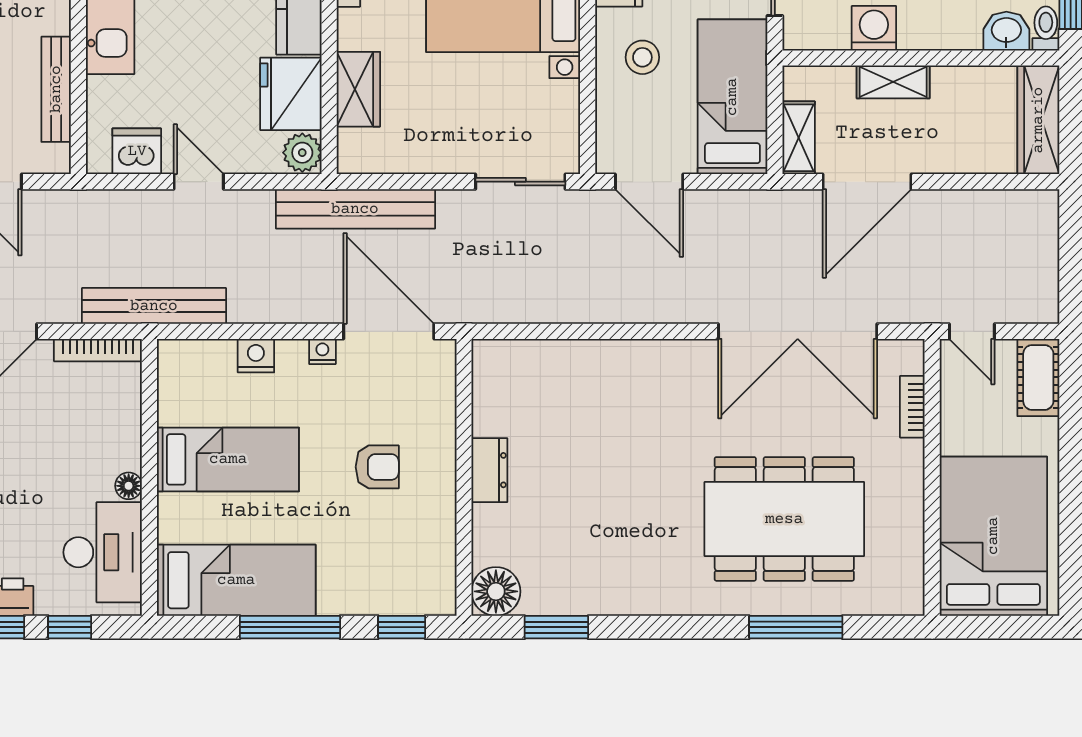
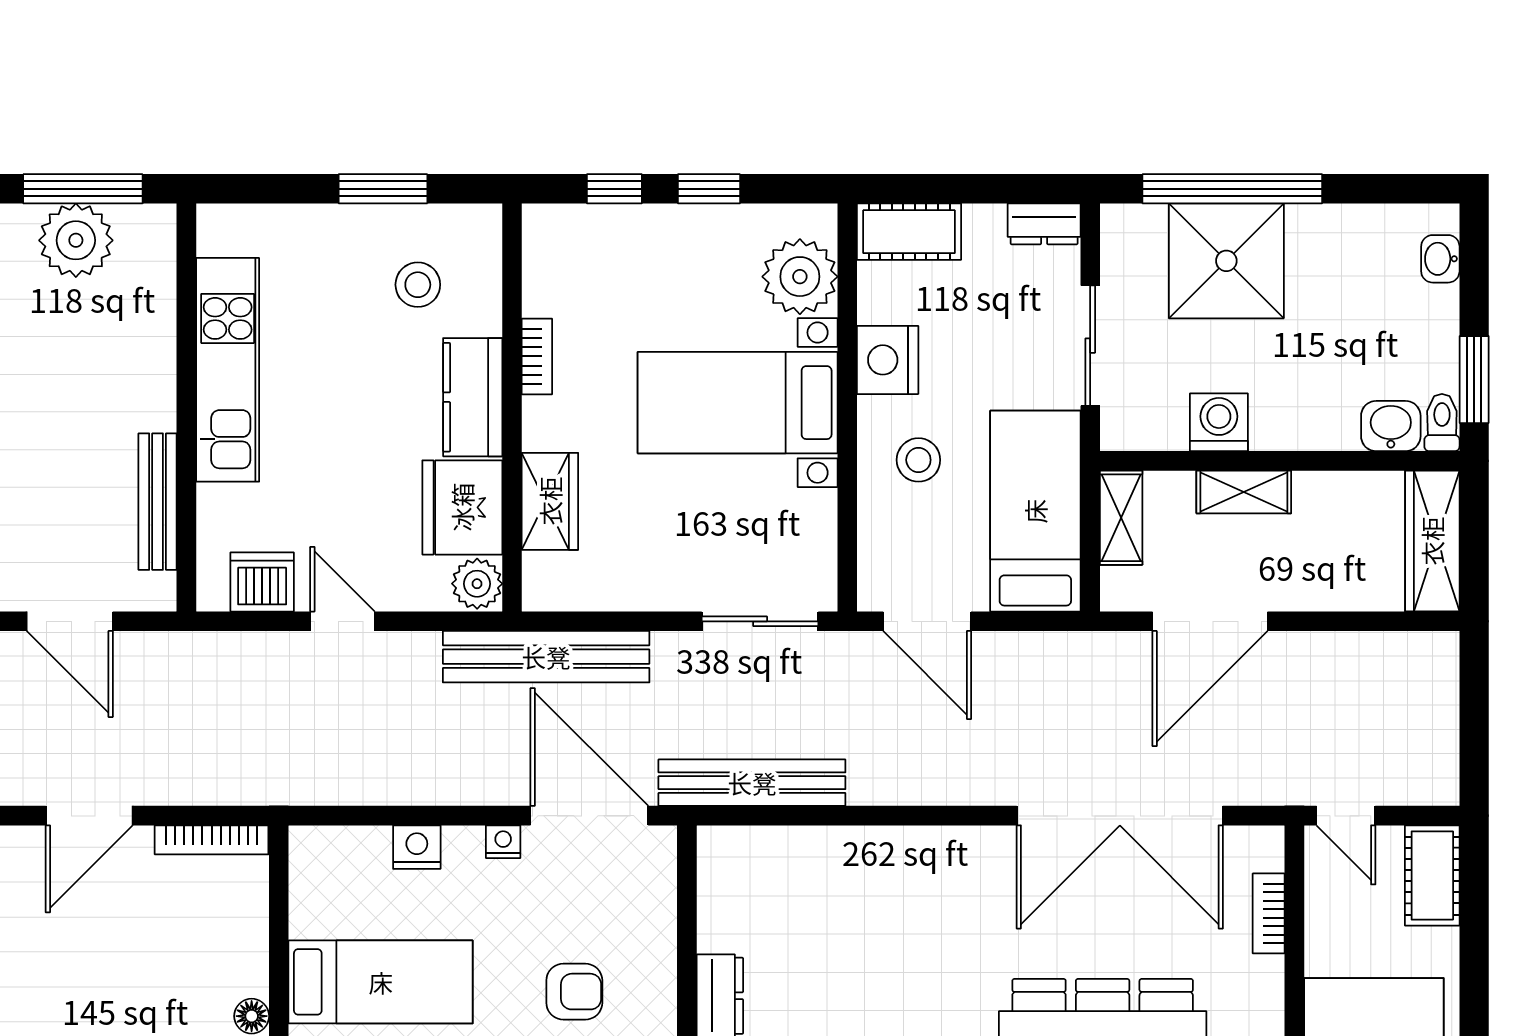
shelving: (799, 138) -> (1121, 518), moved
bench: (154, 306) -> (752, 783), moved

